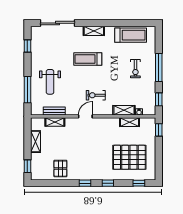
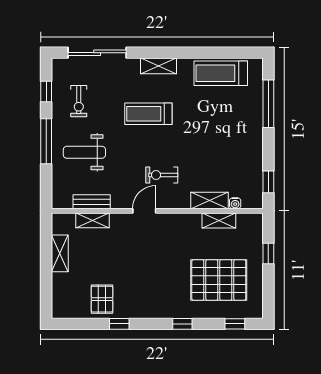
treadmill: (131, 35) -> (221, 73), turned 180
window: (159, 68) -> (268, 104), moved
exercise bike: (135, 69) -> (79, 101), moved
weight bench: (50, 82) -> (84, 152), turned 90
window: (27, 90) -> (46, 141), moved
window: (159, 130) -> (268, 253), moved
window: (27, 166) -> (46, 295), removed
window: (85, 183) -> (119, 324), moved

